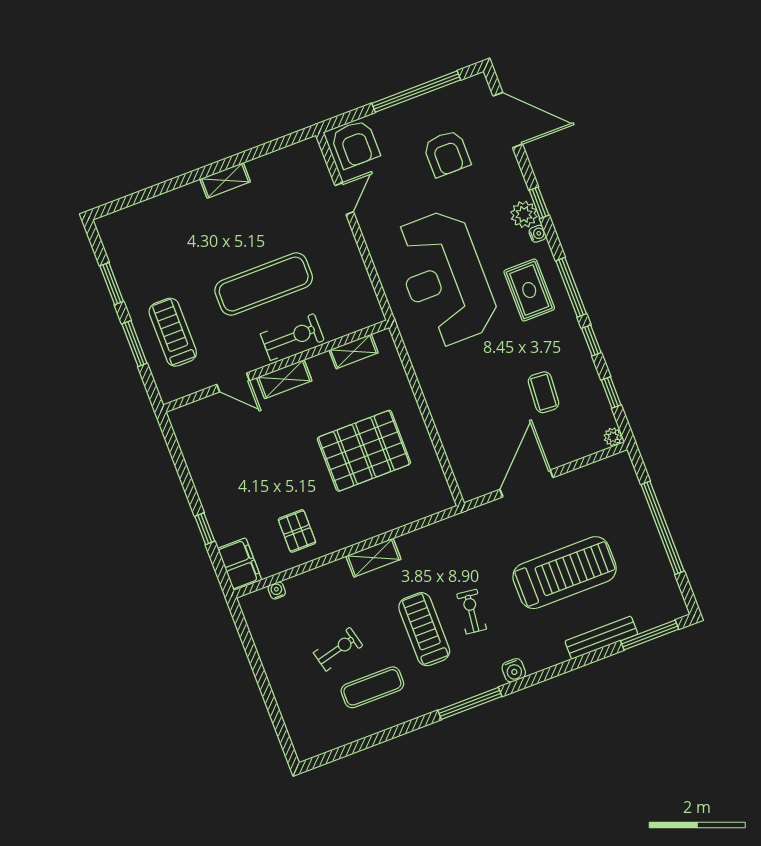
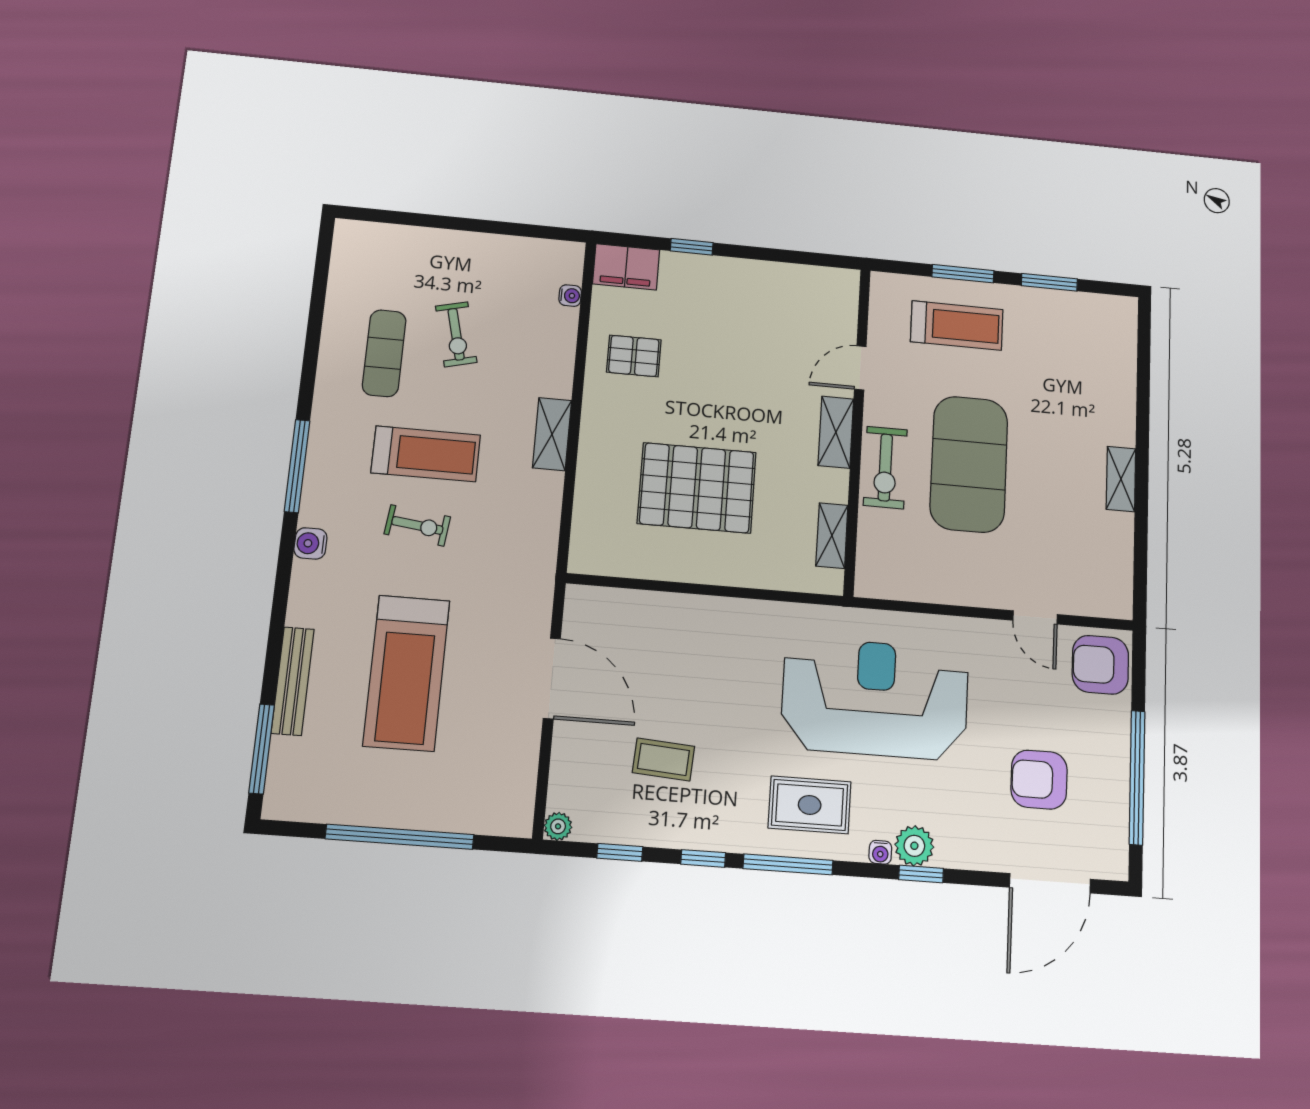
exercise mat: (264, 284) -> (969, 464), width x1.47
pallet: (364, 451) -> (697, 488), turned 90

